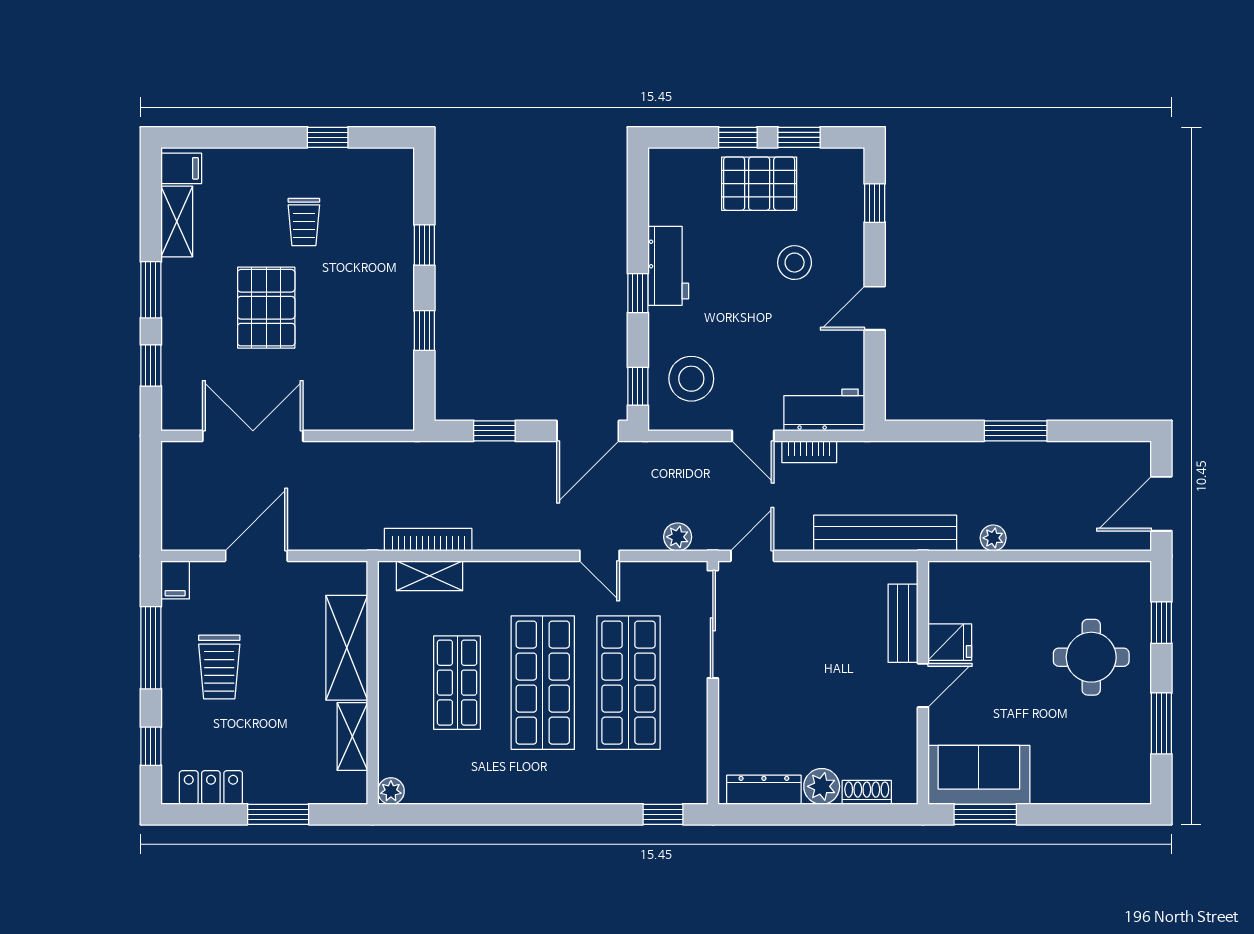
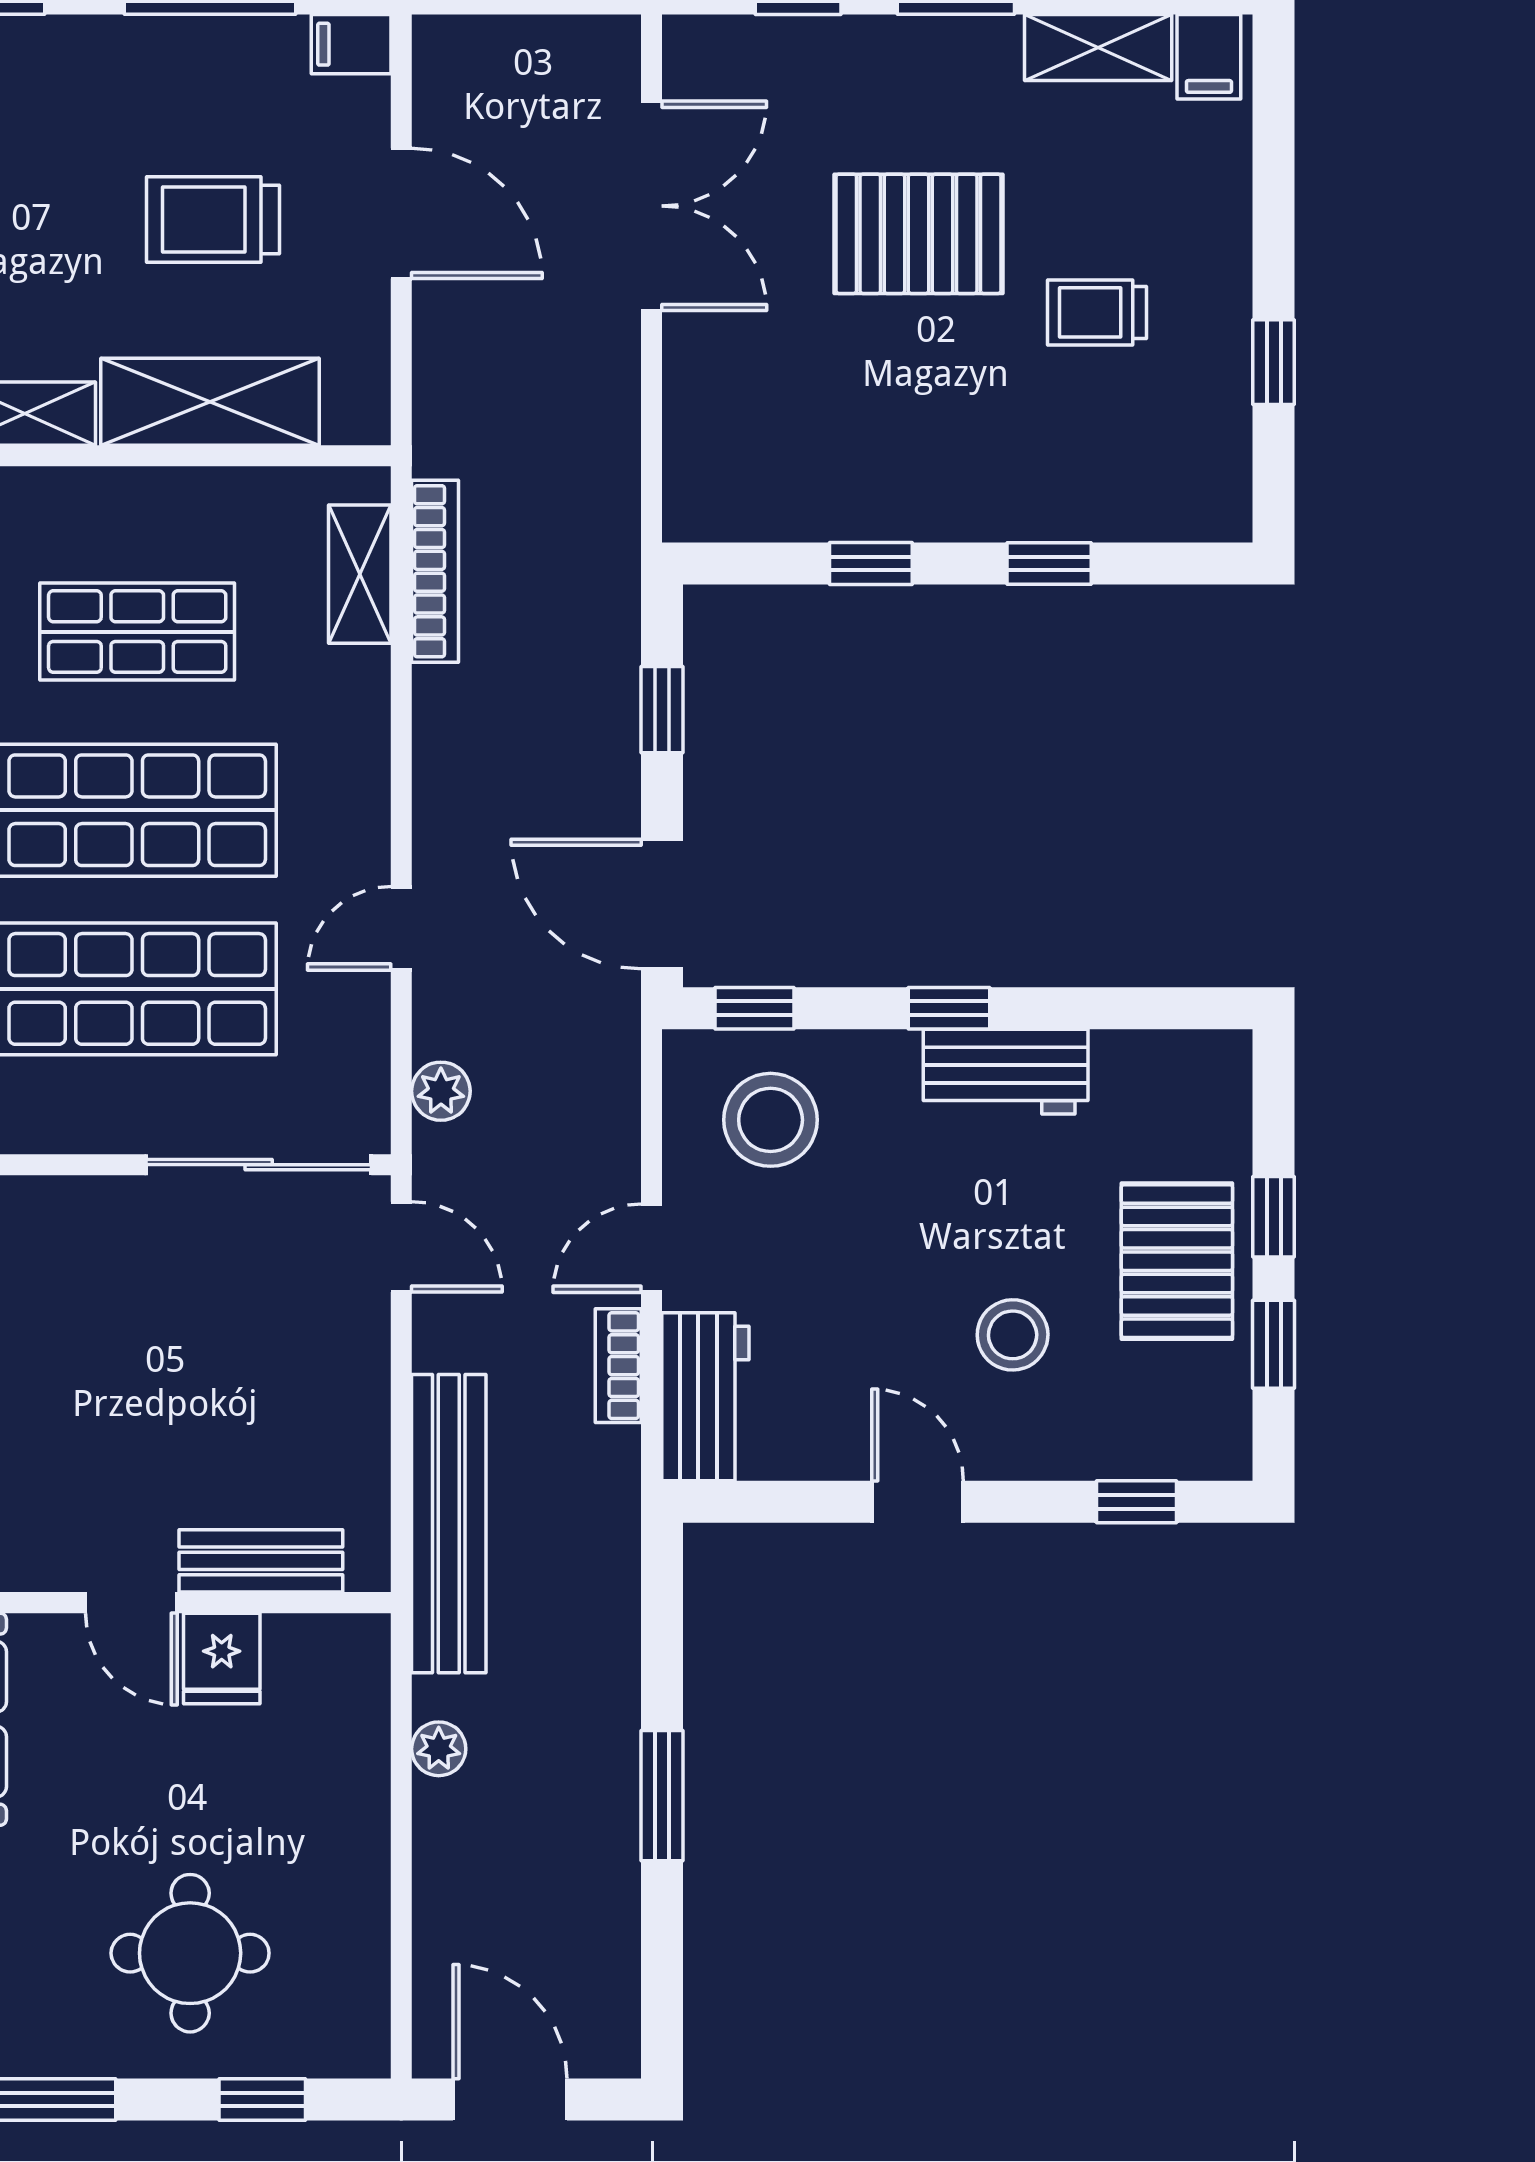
trolley: (219, 667) -> (213, 219), moved

